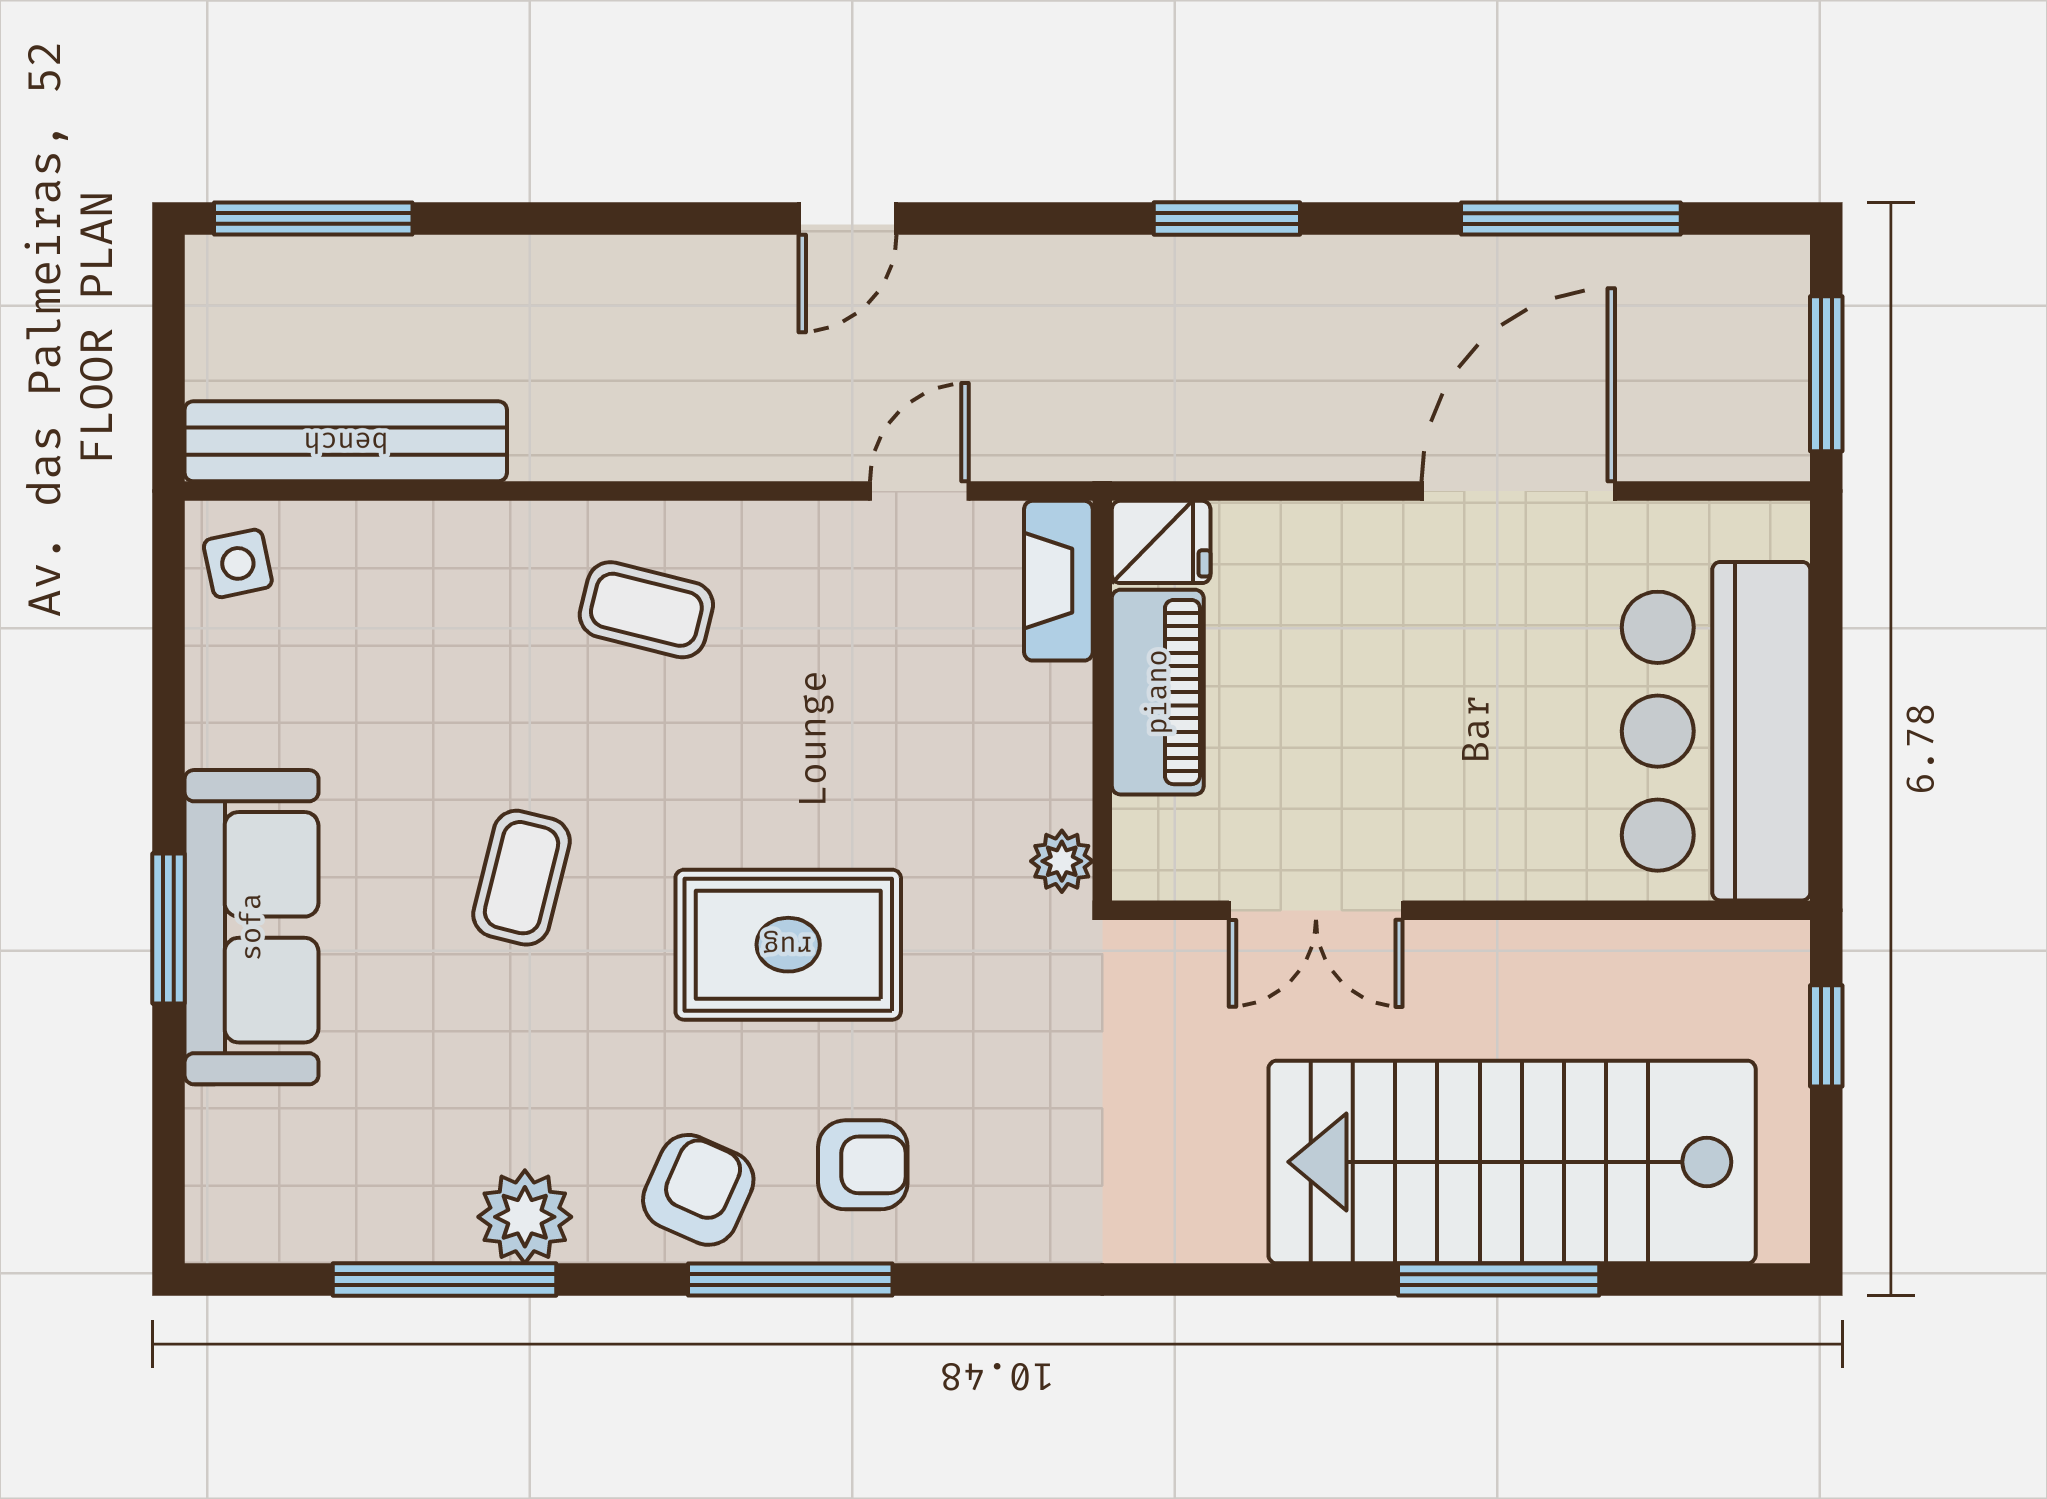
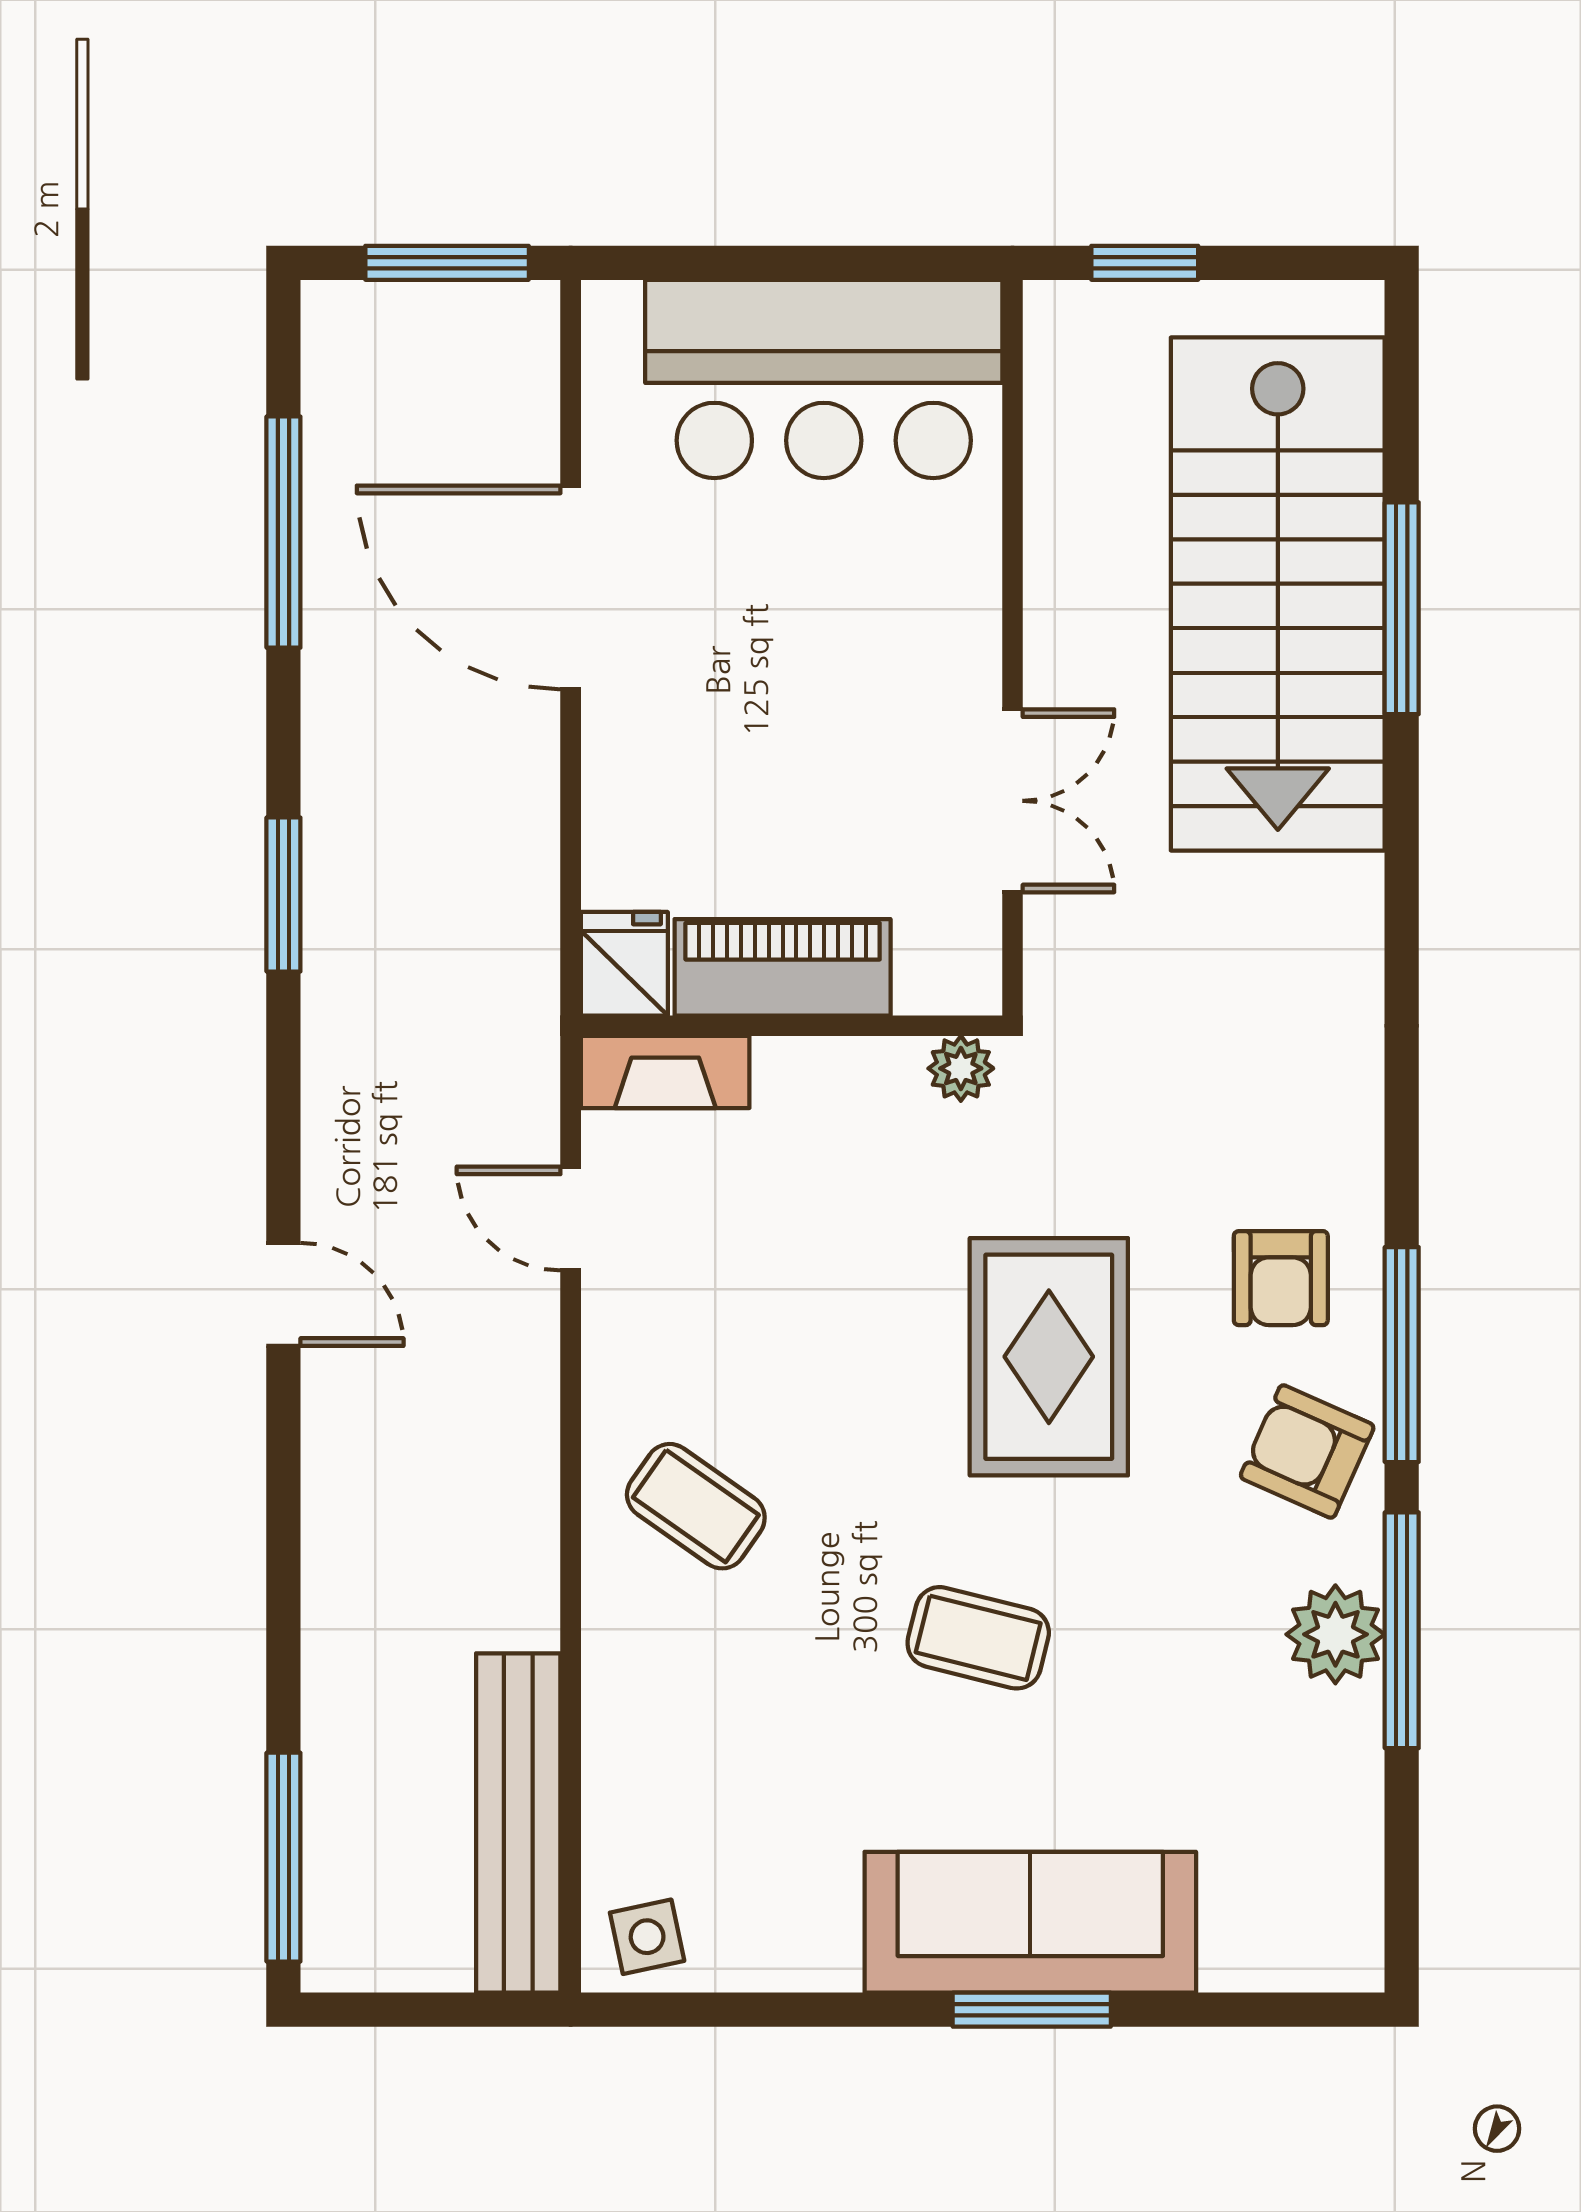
coffee table: (646, 610) -> (696, 1506), turned -69
armchair: (863, 1165) -> (1281, 1278), turned 180
window: (444, 1280) -> (1402, 1630), moved

